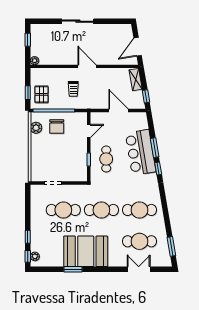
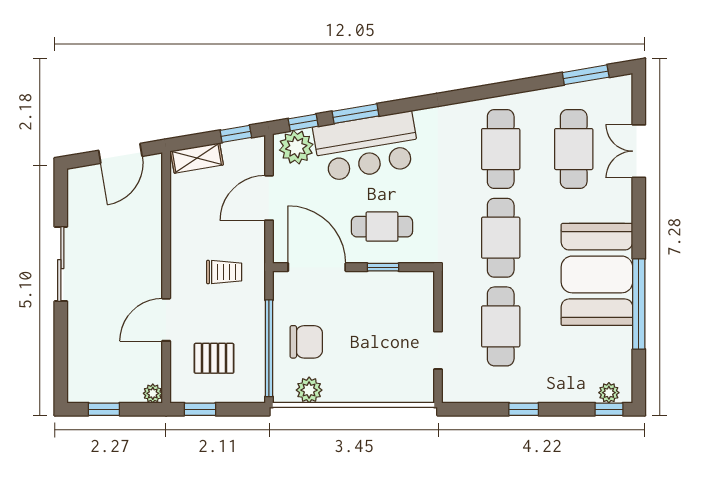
sliding door: (78, 21) -> (61, 264), moved
door: (138, 47) -> (120, 153), hinge flipped
door: (87, 66) -> (166, 320), moved
trolley: (73, 89) -> (224, 272), moved
window: (28, 93) -> (200, 409), moved
pallet: (42, 94) -> (214, 358), moved
plant: (140, 122) -> (296, 147), added
door: (89, 131) -> (317, 267), width x1.88
window: (158, 168) -> (303, 122), moved
window: (28, 237) -> (524, 409), moved
window: (73, 269) -> (639, 304), width x2.11

